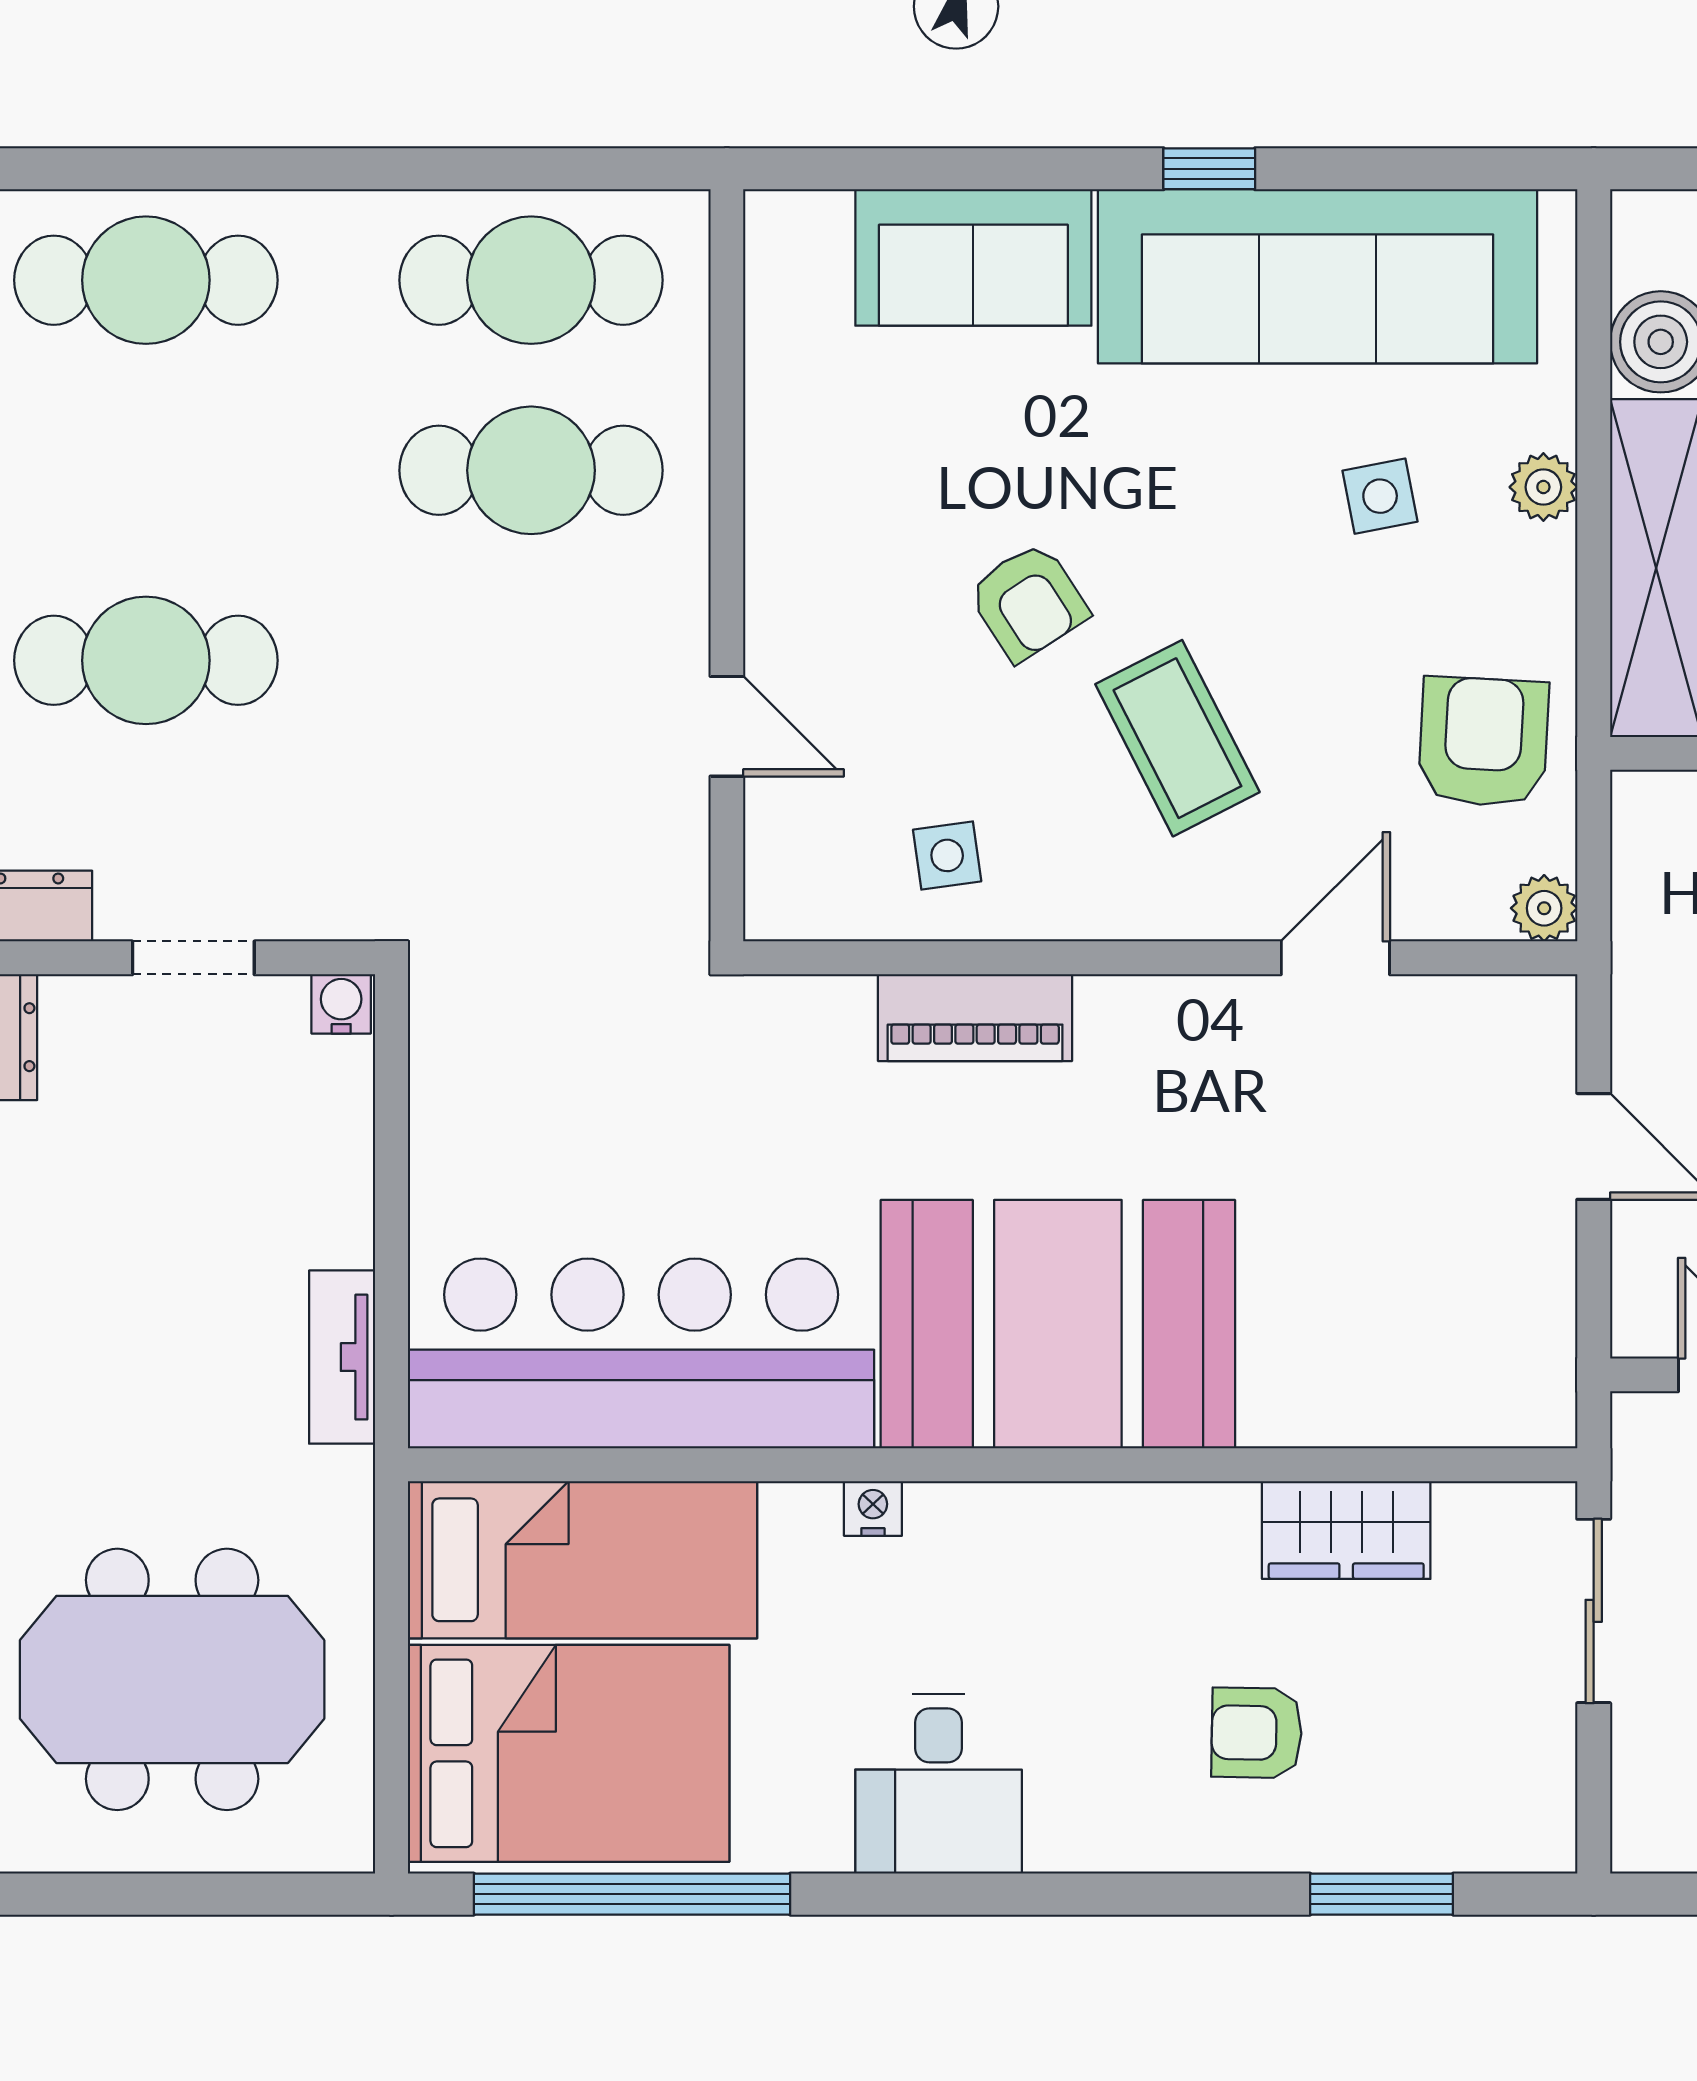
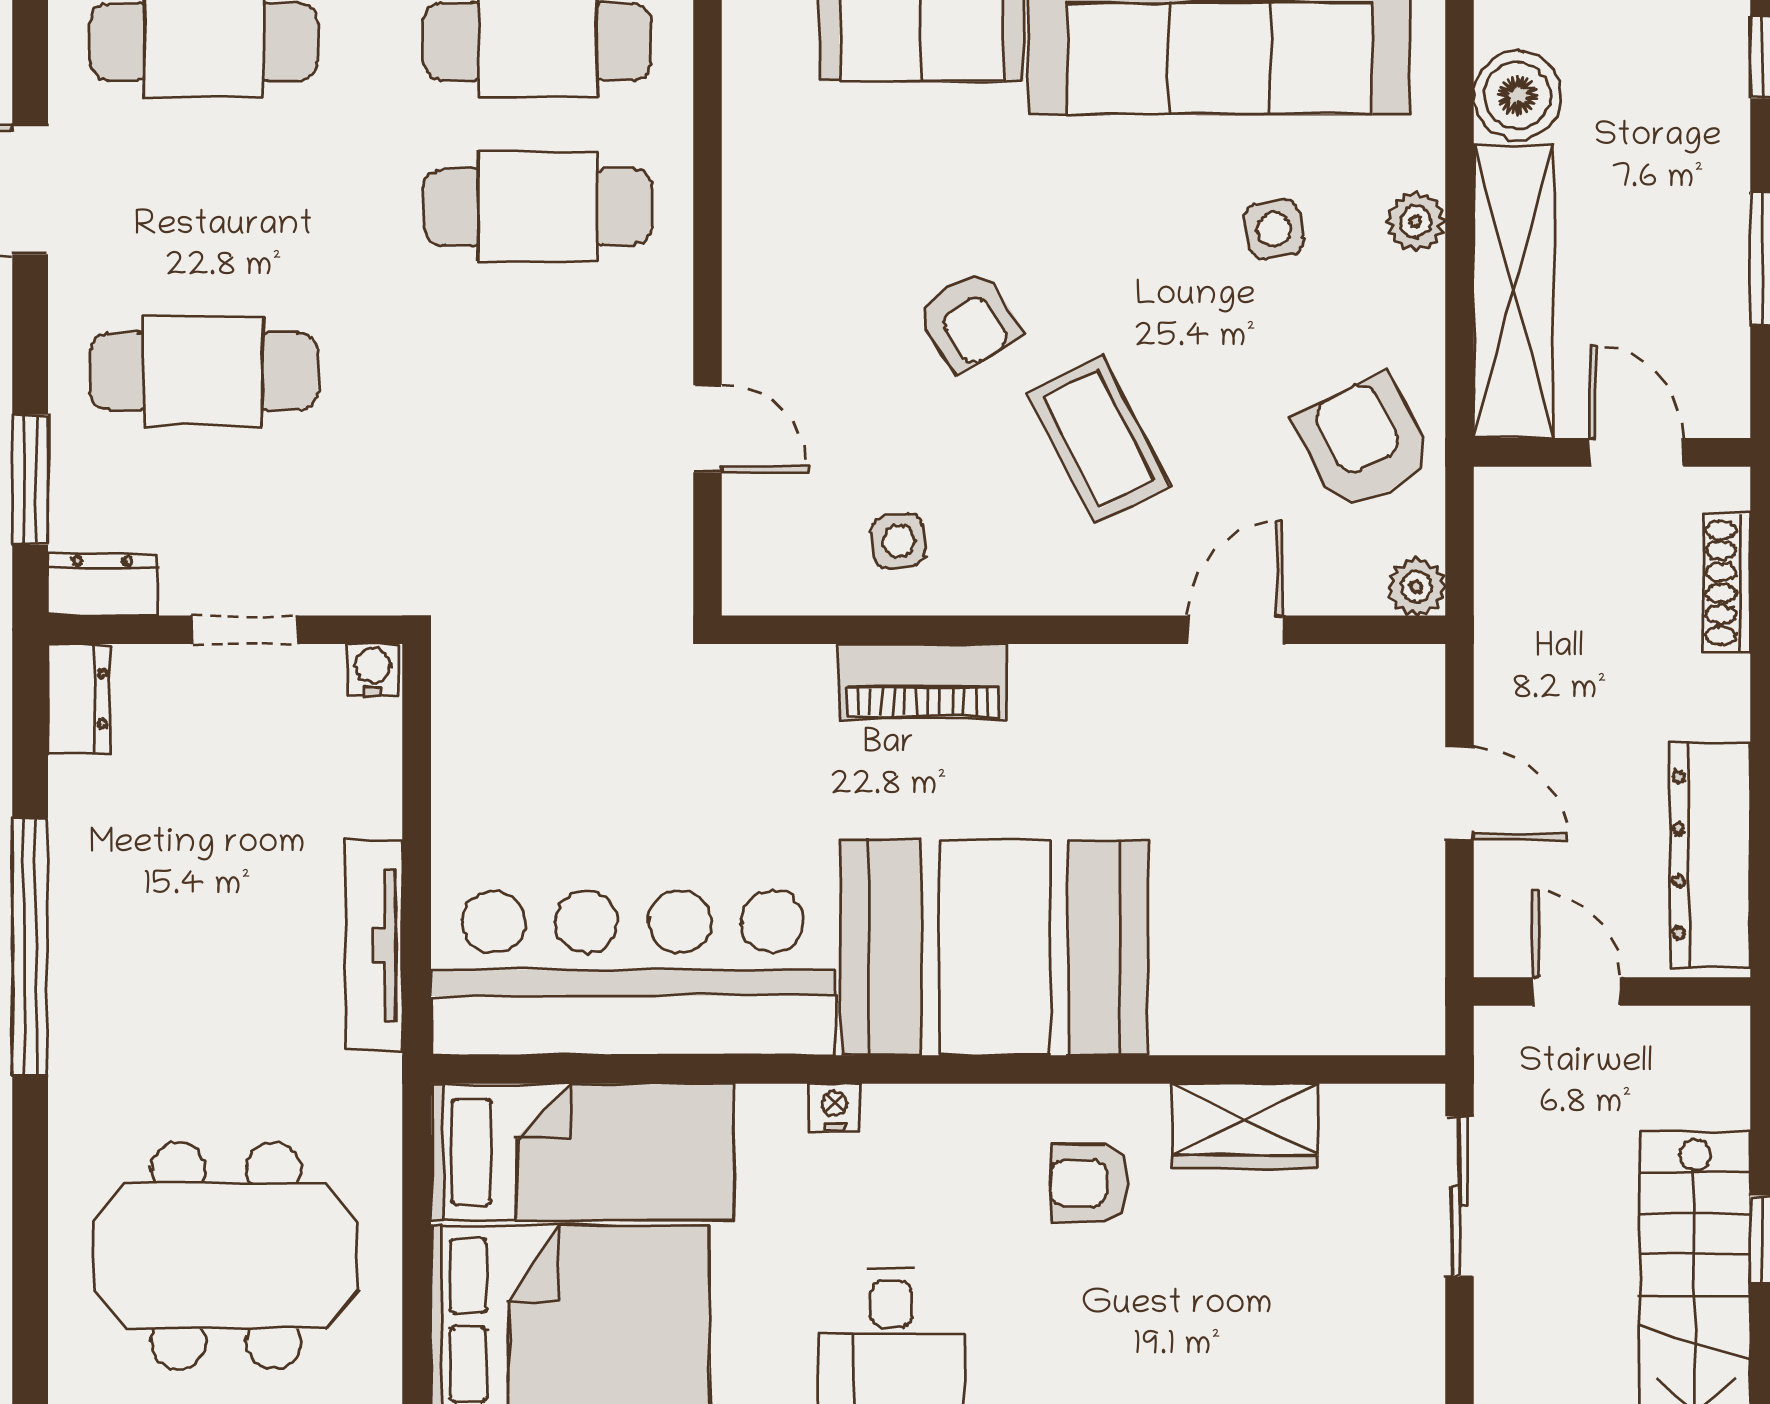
armchair: (1483, 742) -> (1364, 442), turned -30
tv unit: (342, 1357) -> (374, 945), width x1.41
armchair: (1257, 1733) -> (1089, 1183), moved

